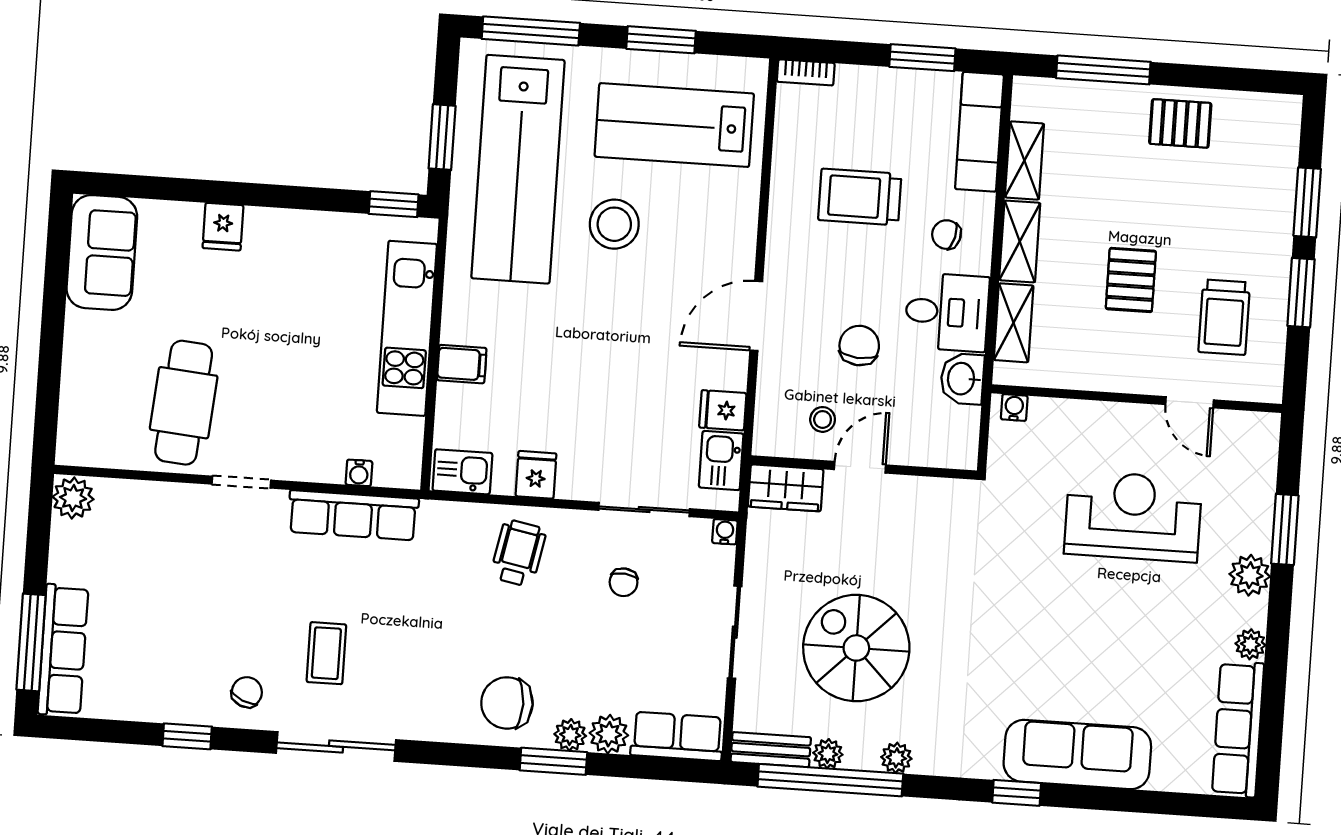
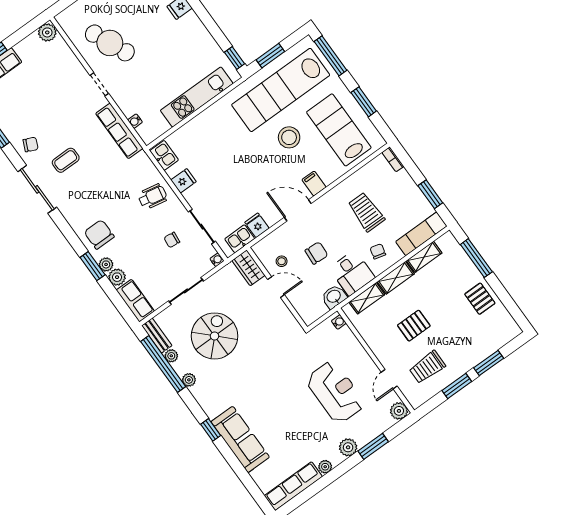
filing cabinet: (462, 364) -> (314, 184), moved, turned 180
cafe table: (184, 403) -> (110, 43), turned 61
plant: (1260, 432) -> (399, 411), added

